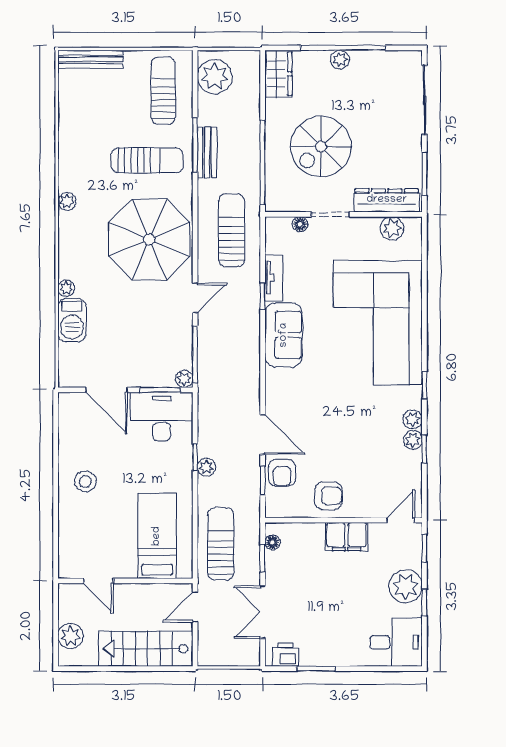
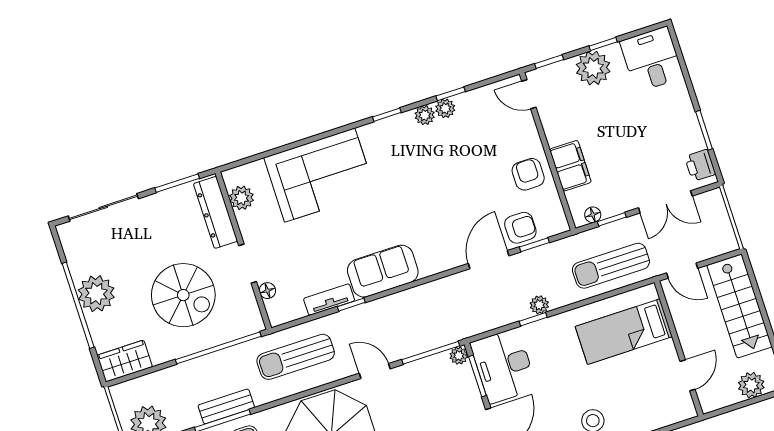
plant: (340, 60) -> (96, 294), width x1.88, depth x1.88
corner sofa: (378, 323) -> (320, 175), width x0.73, depth x0.74
filing cabinet: (346, 537) -> (570, 166), moved

